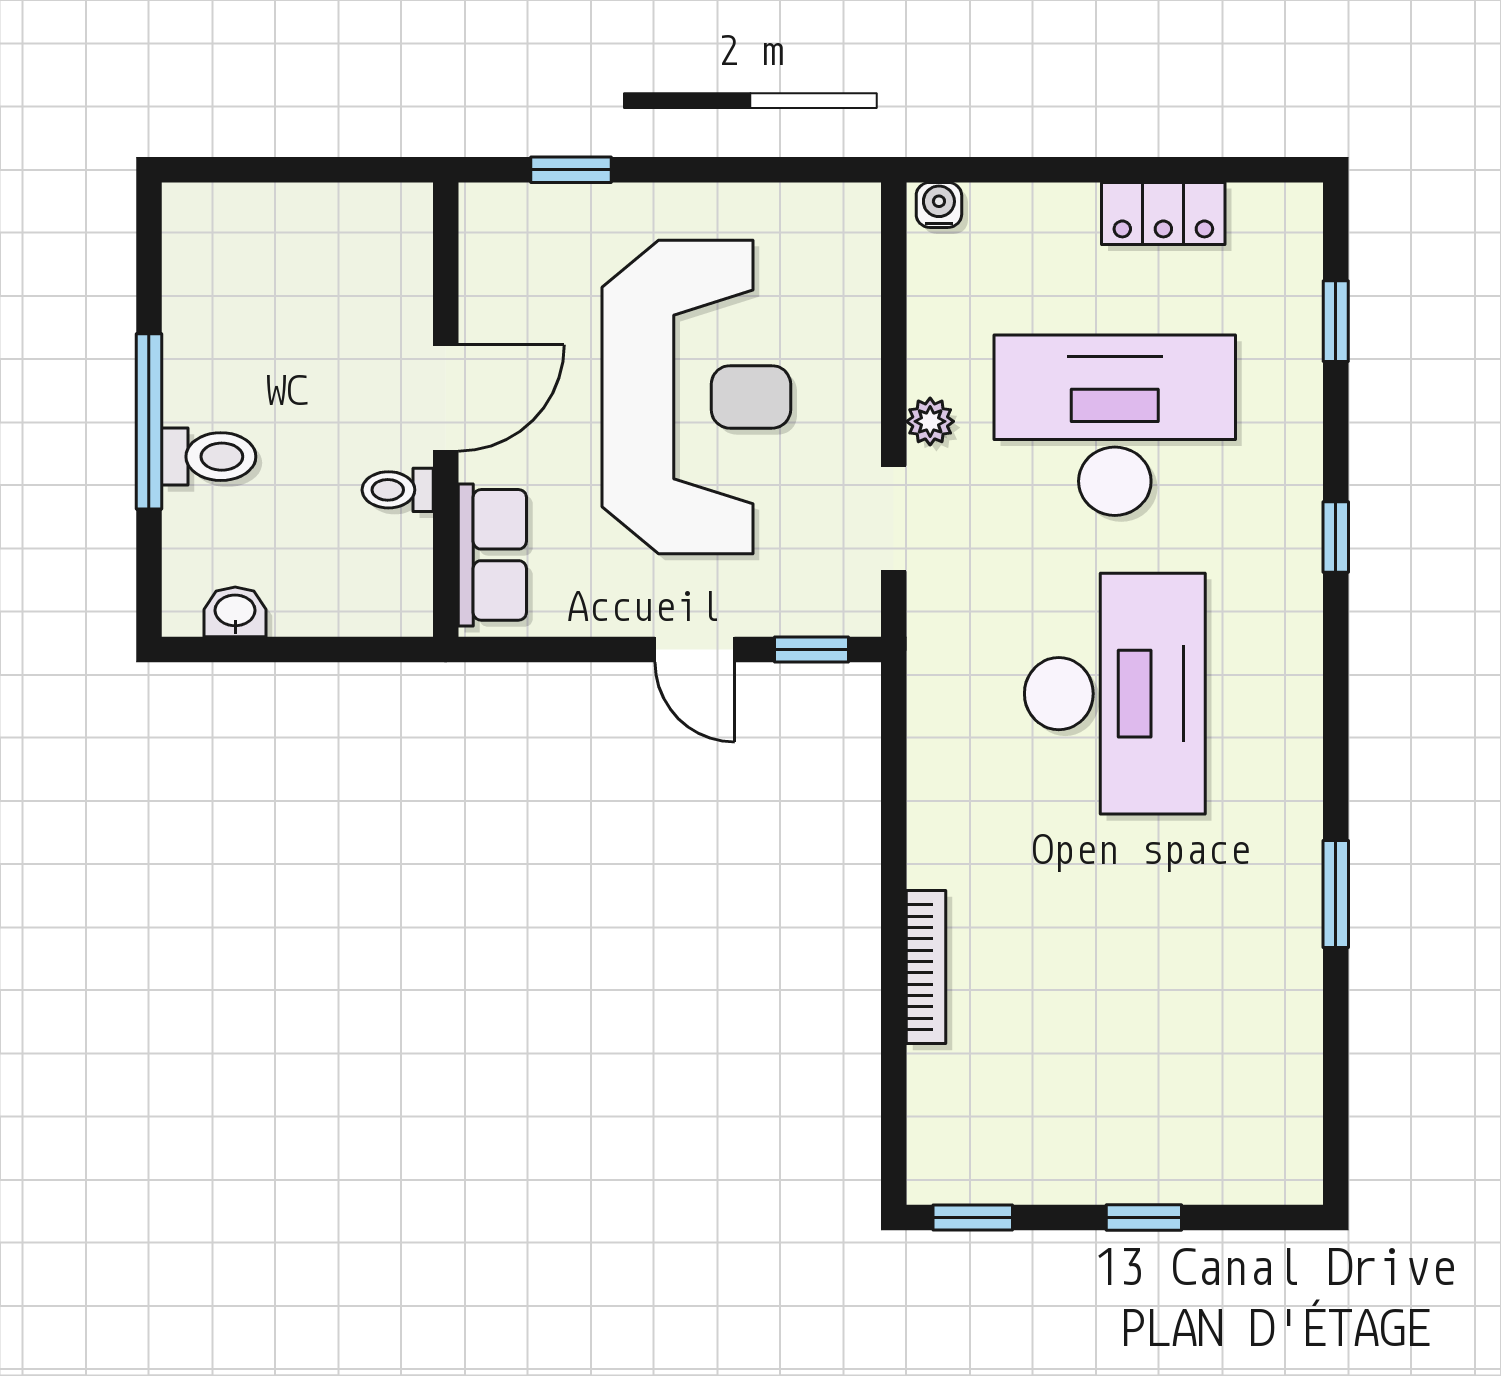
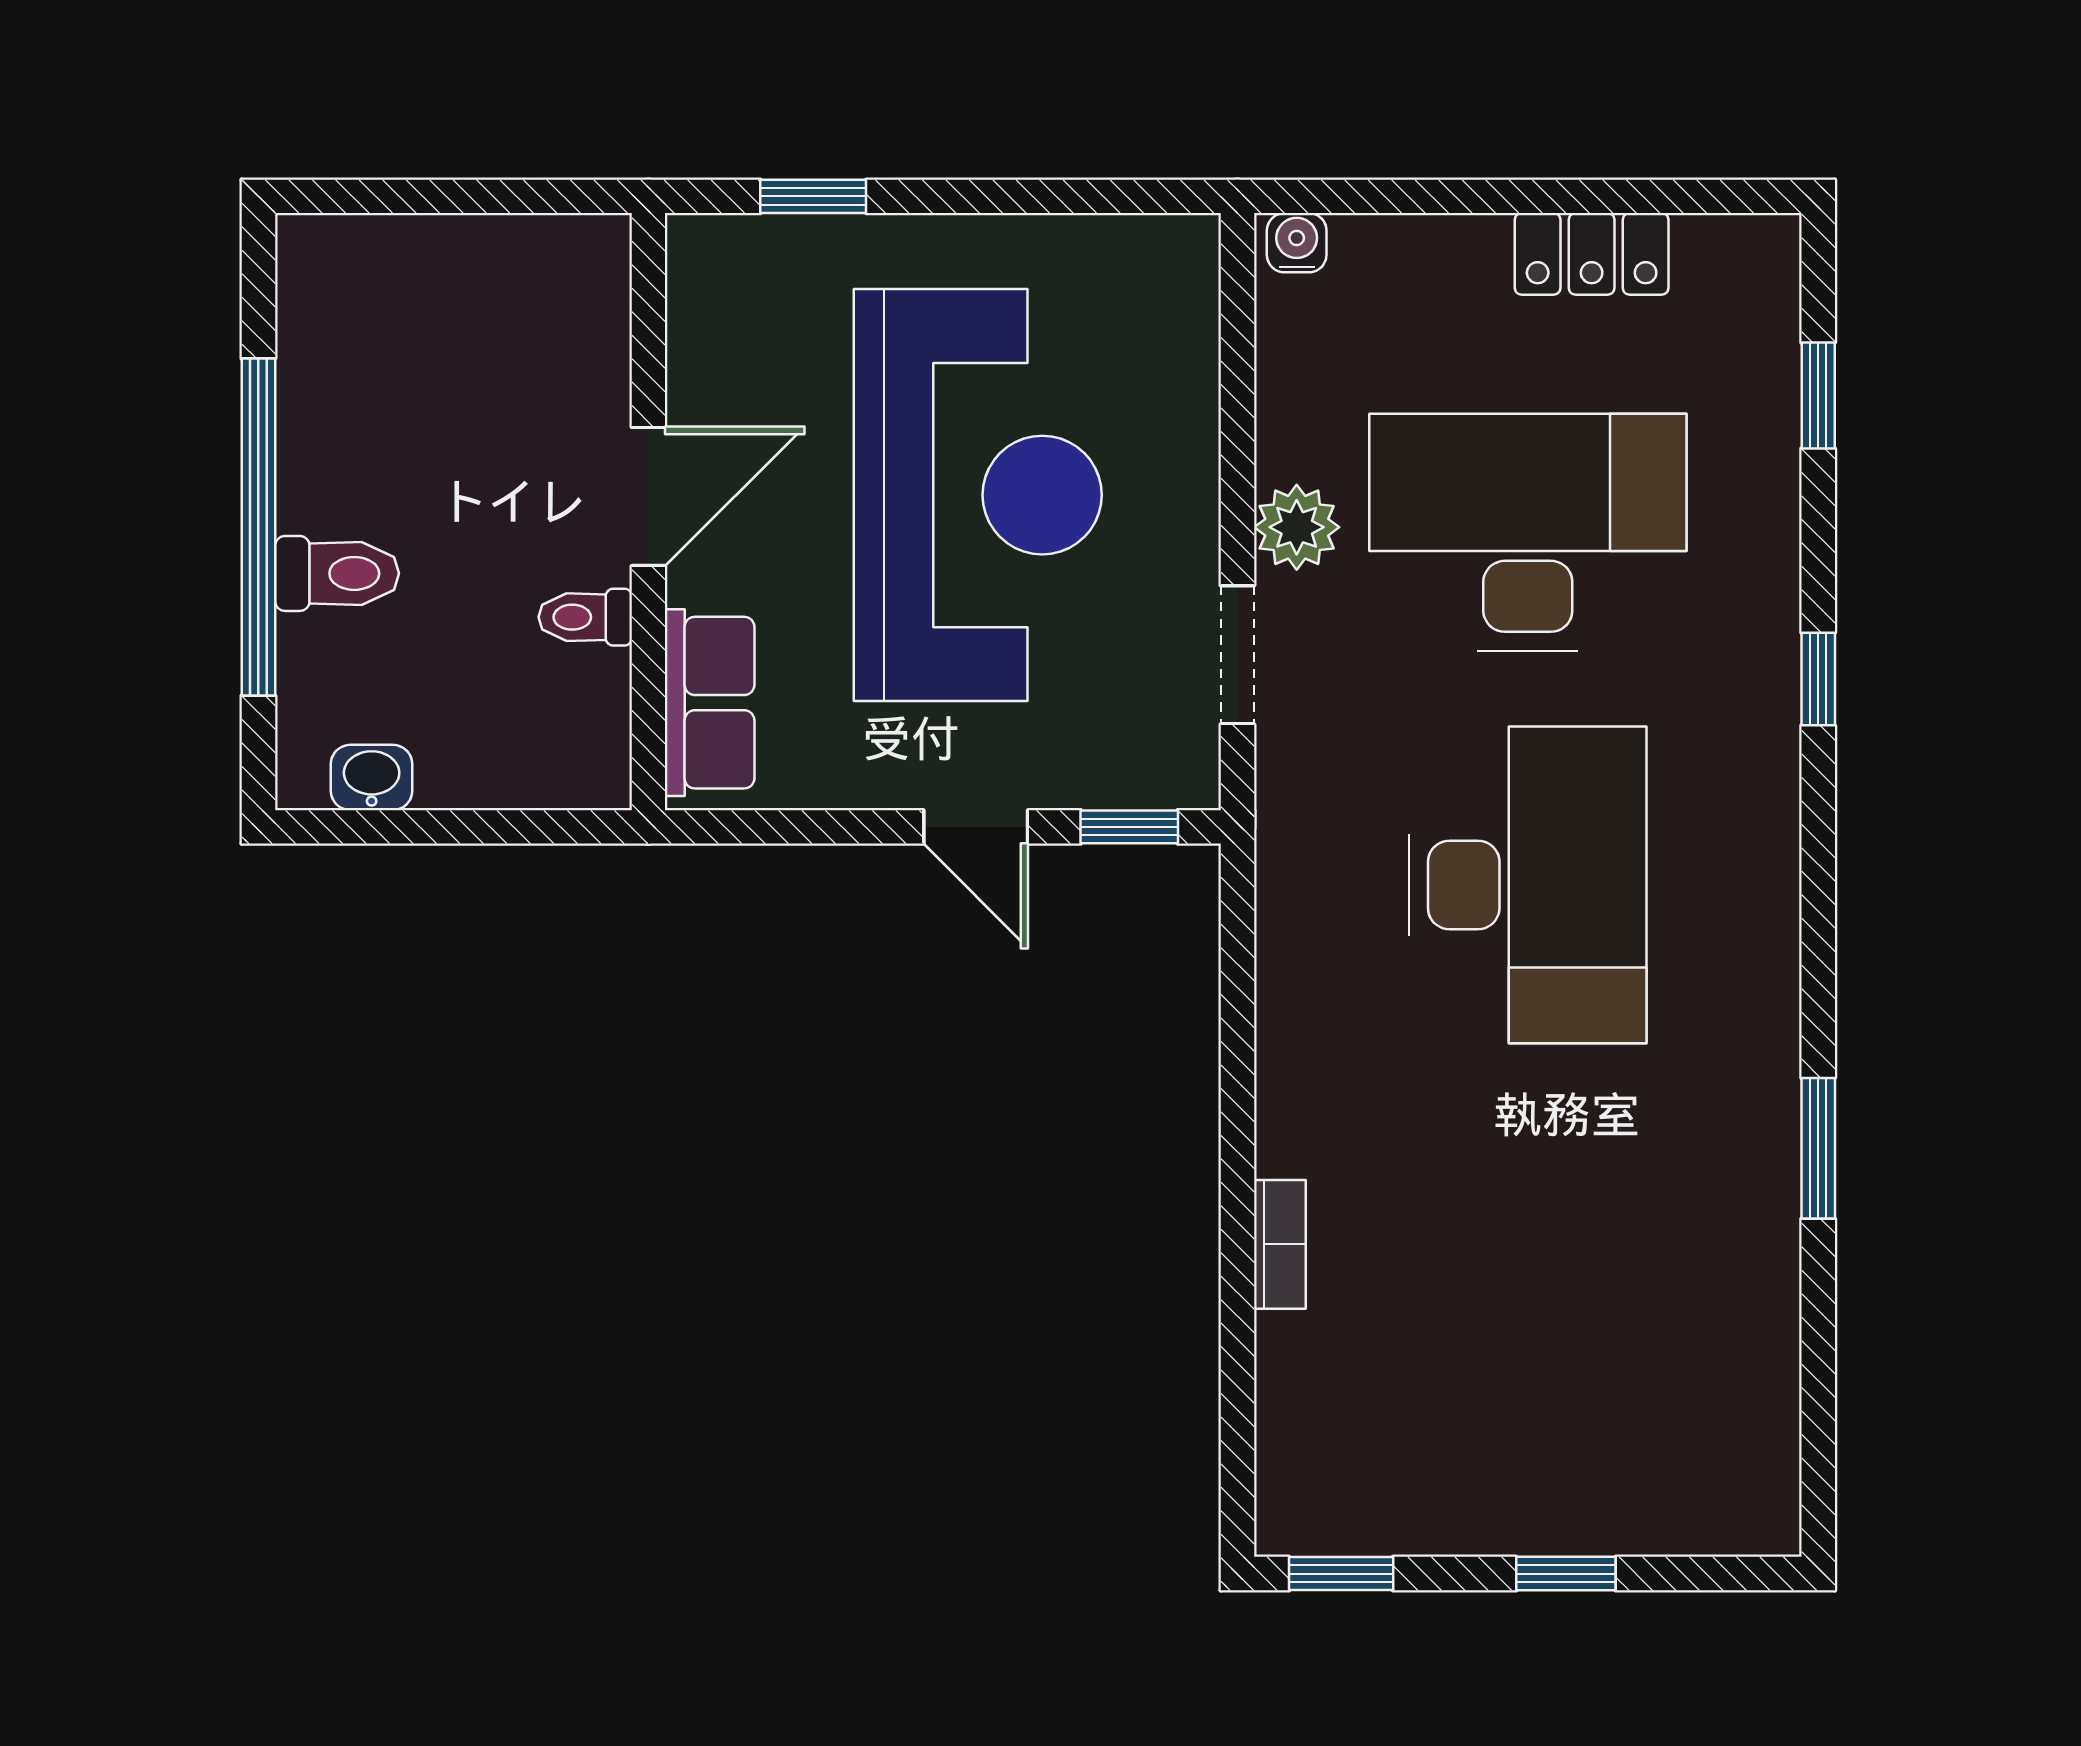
window: (149, 421) -> (258, 527), width x1.46
plant: (930, 421) -> (1297, 527), width x1.38, depth x1.38
bookcase: (926, 967) -> (1280, 1244), width x0.64

